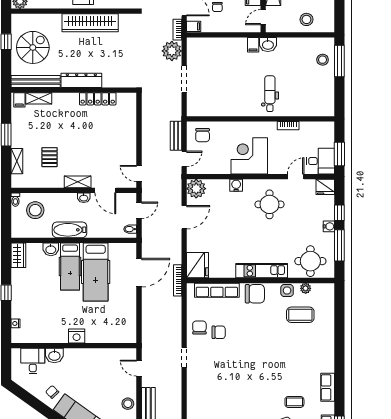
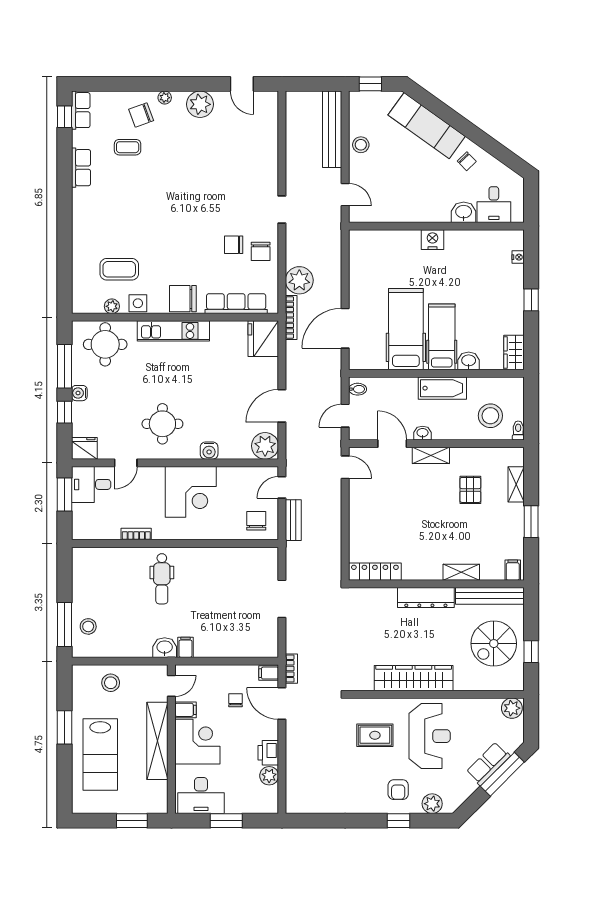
plant: (172, 51) -> (299, 280), moved
shelving: (39, 98) -> (461, 572), moved
locker: (98, 99) -> (375, 572), moved

